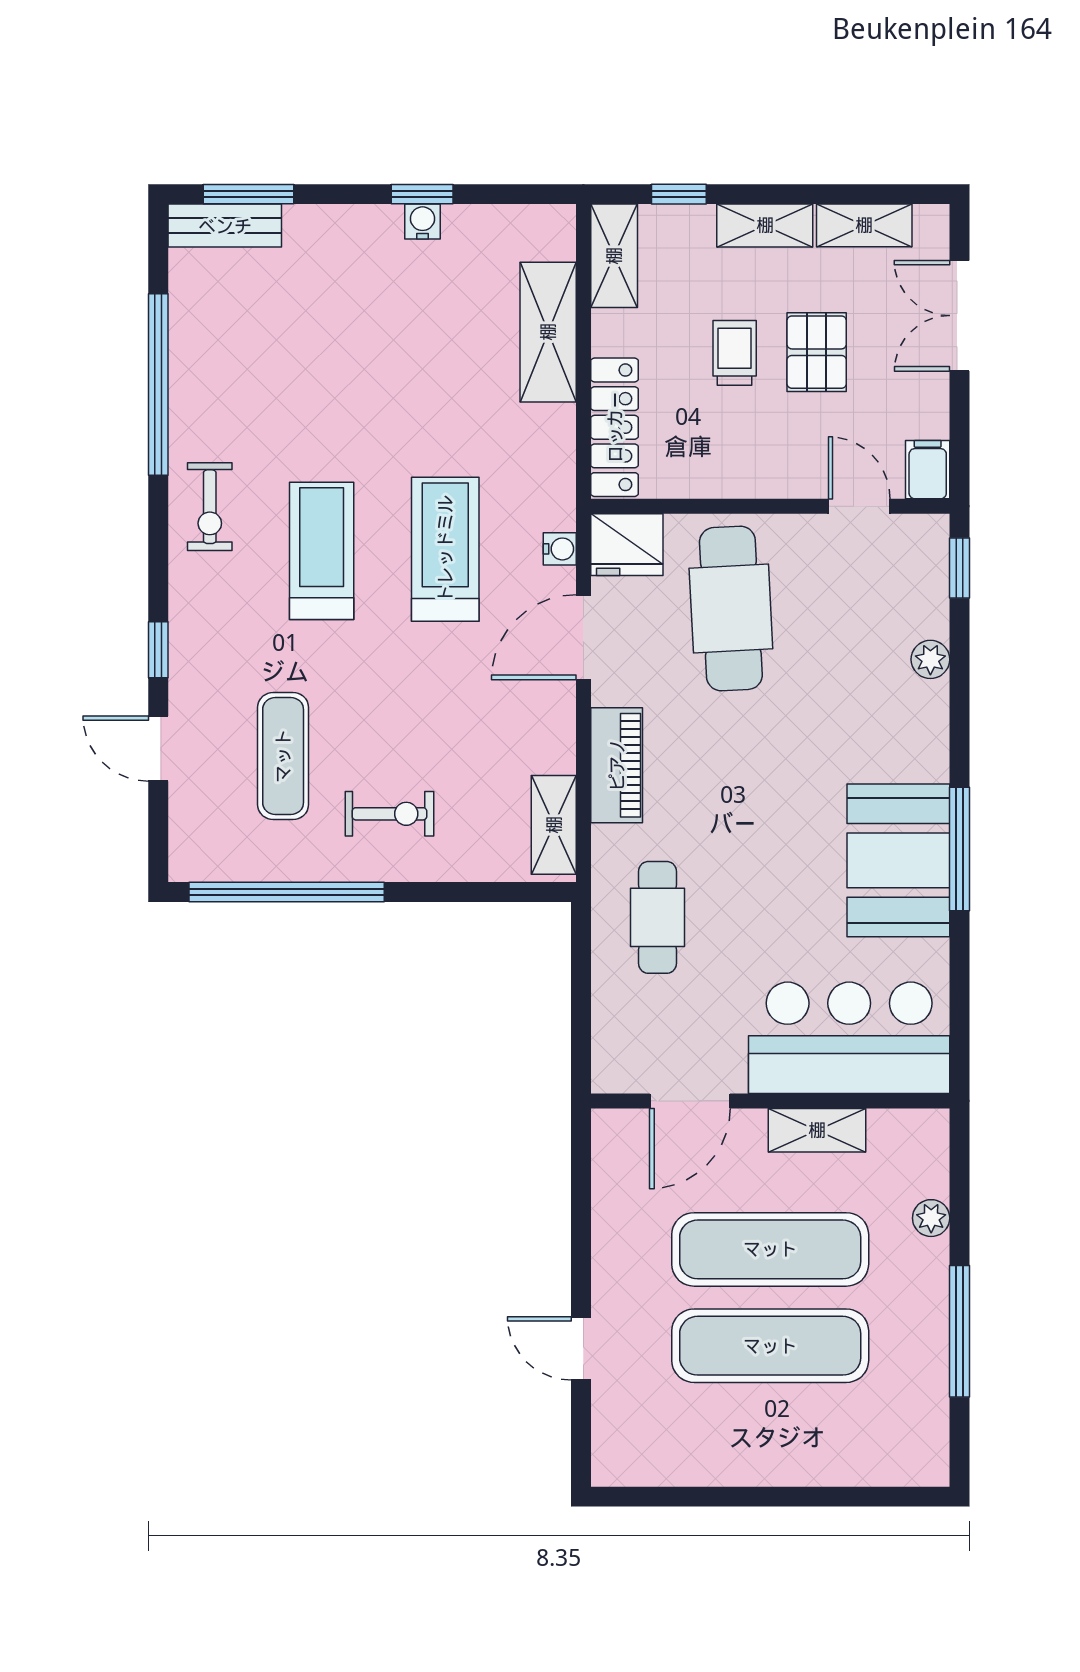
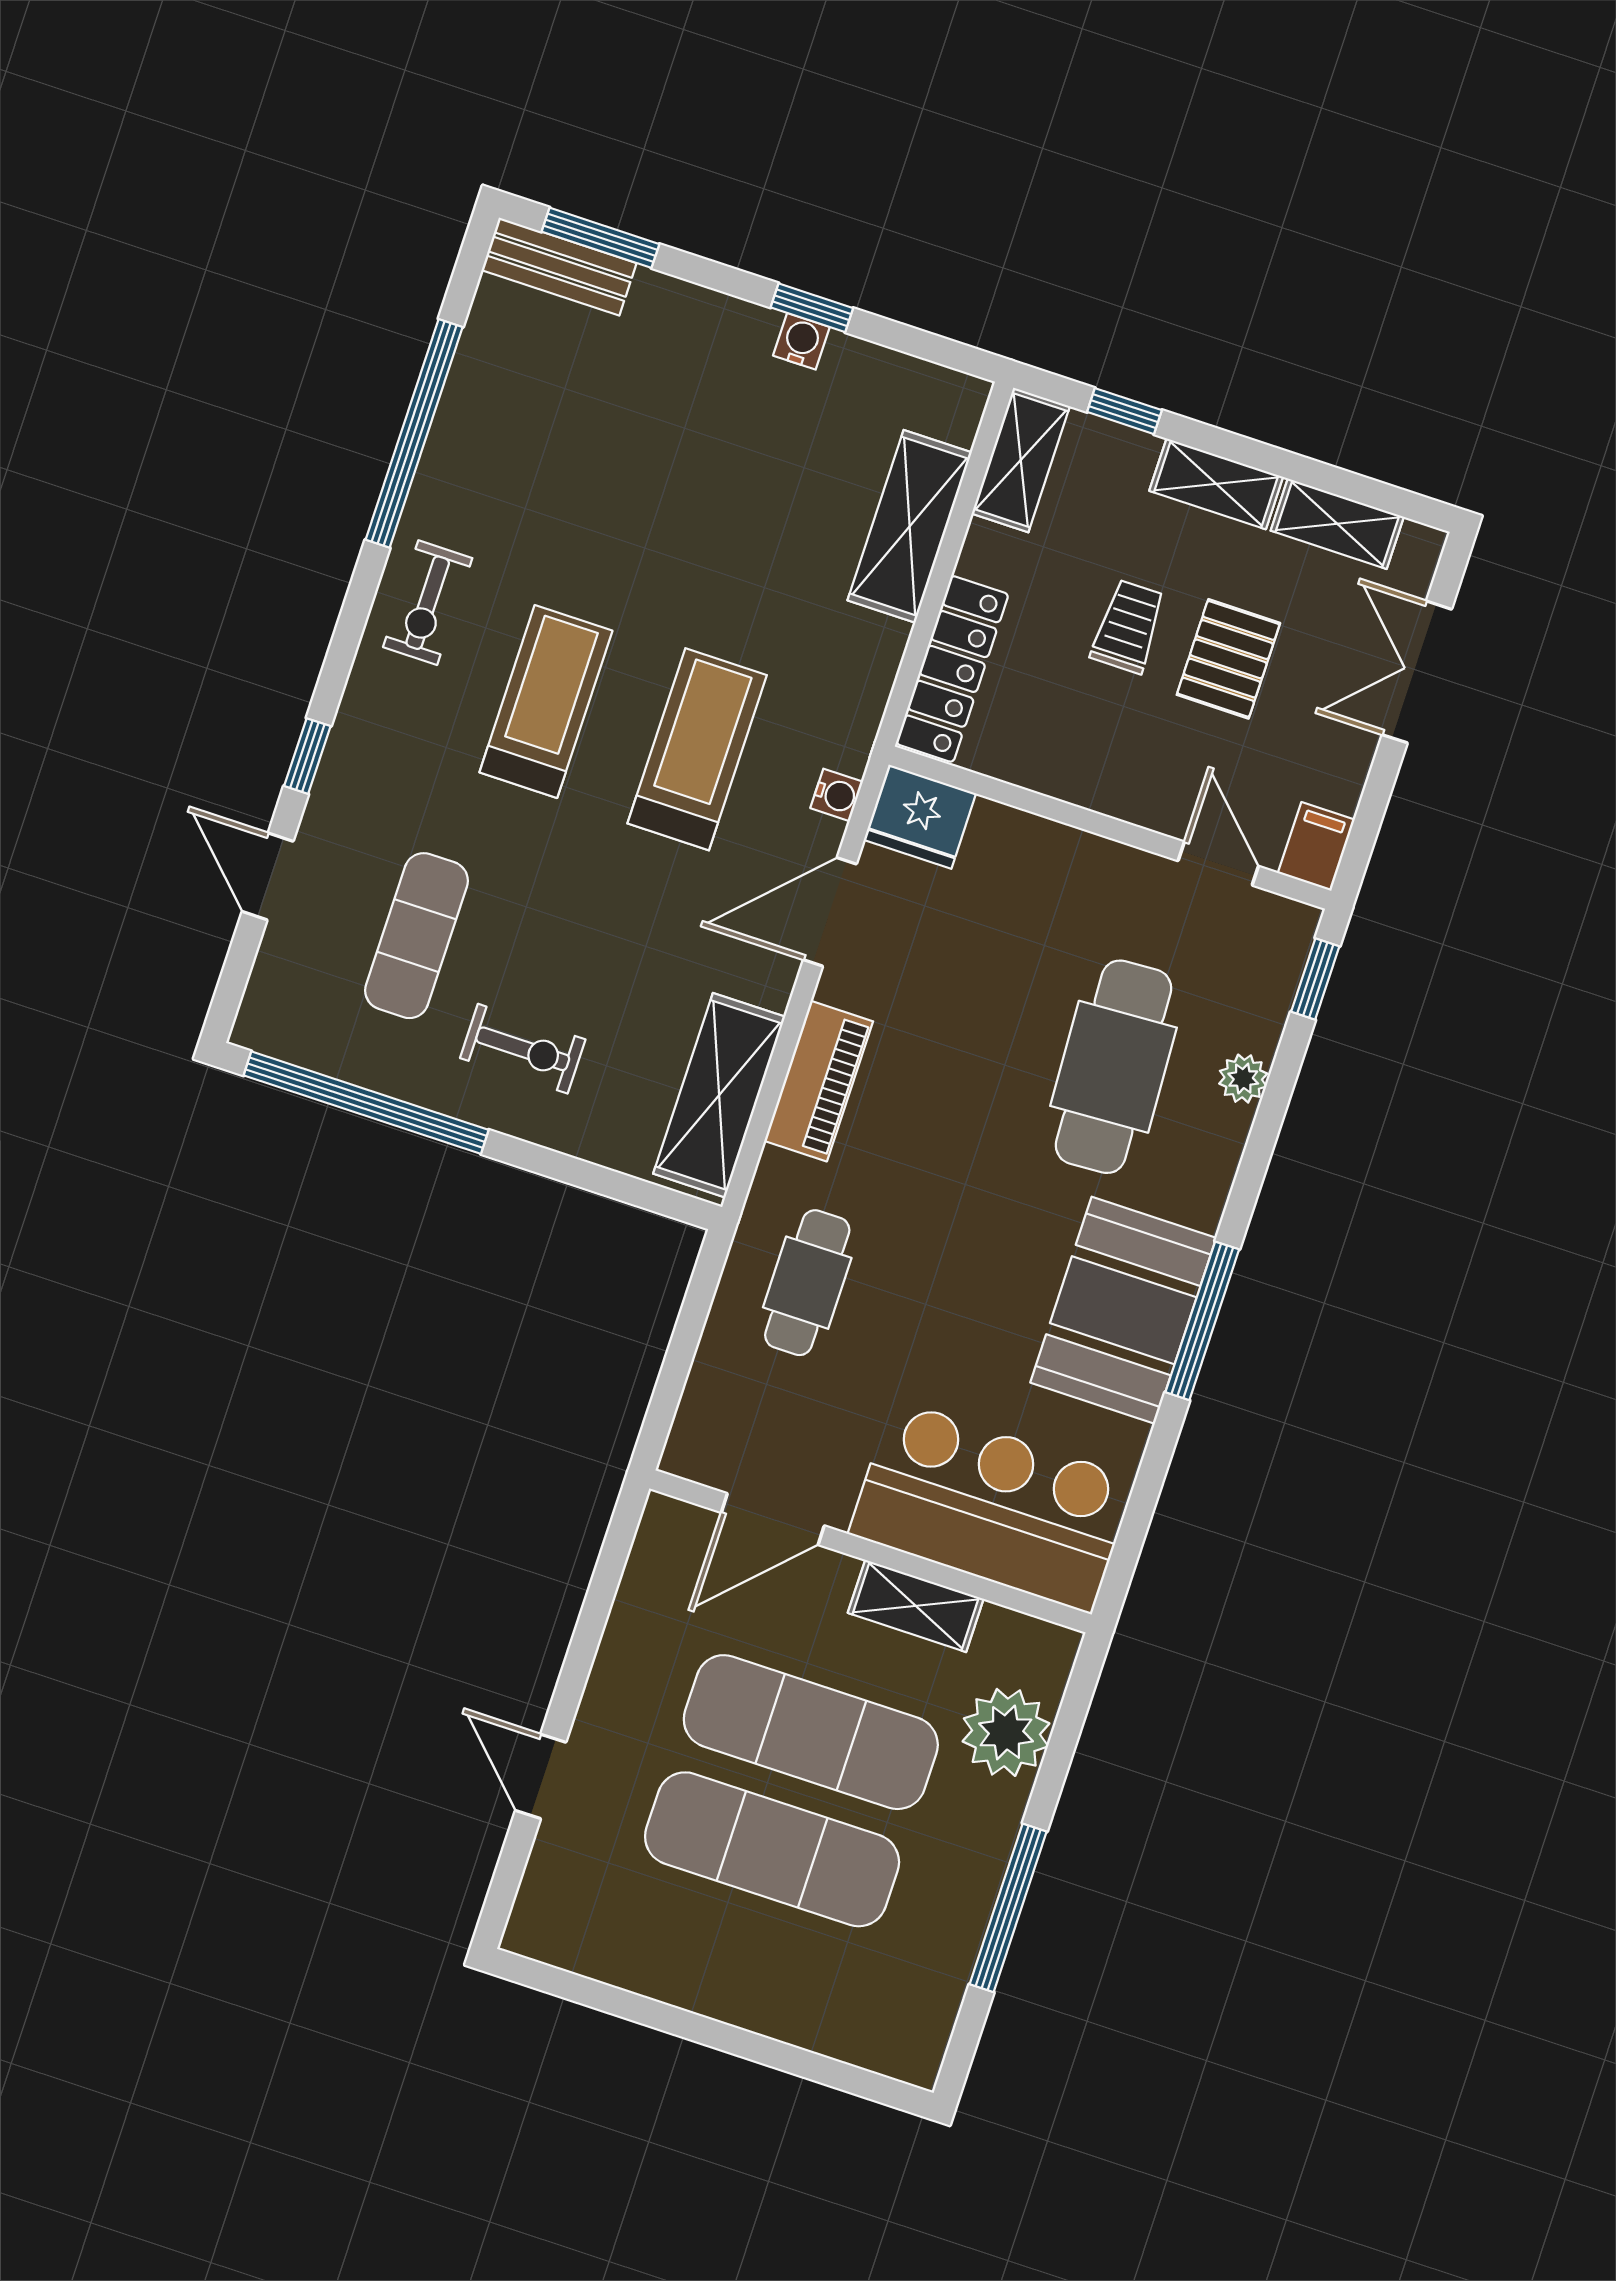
cafe table: (731, 608) -> (1113, 1067), moved
shelving: (554, 825) -> (719, 1095), width x1.50, depth x1.33
plant: (931, 1218) -> (1006, 1732), width x1.87, depth x1.87

